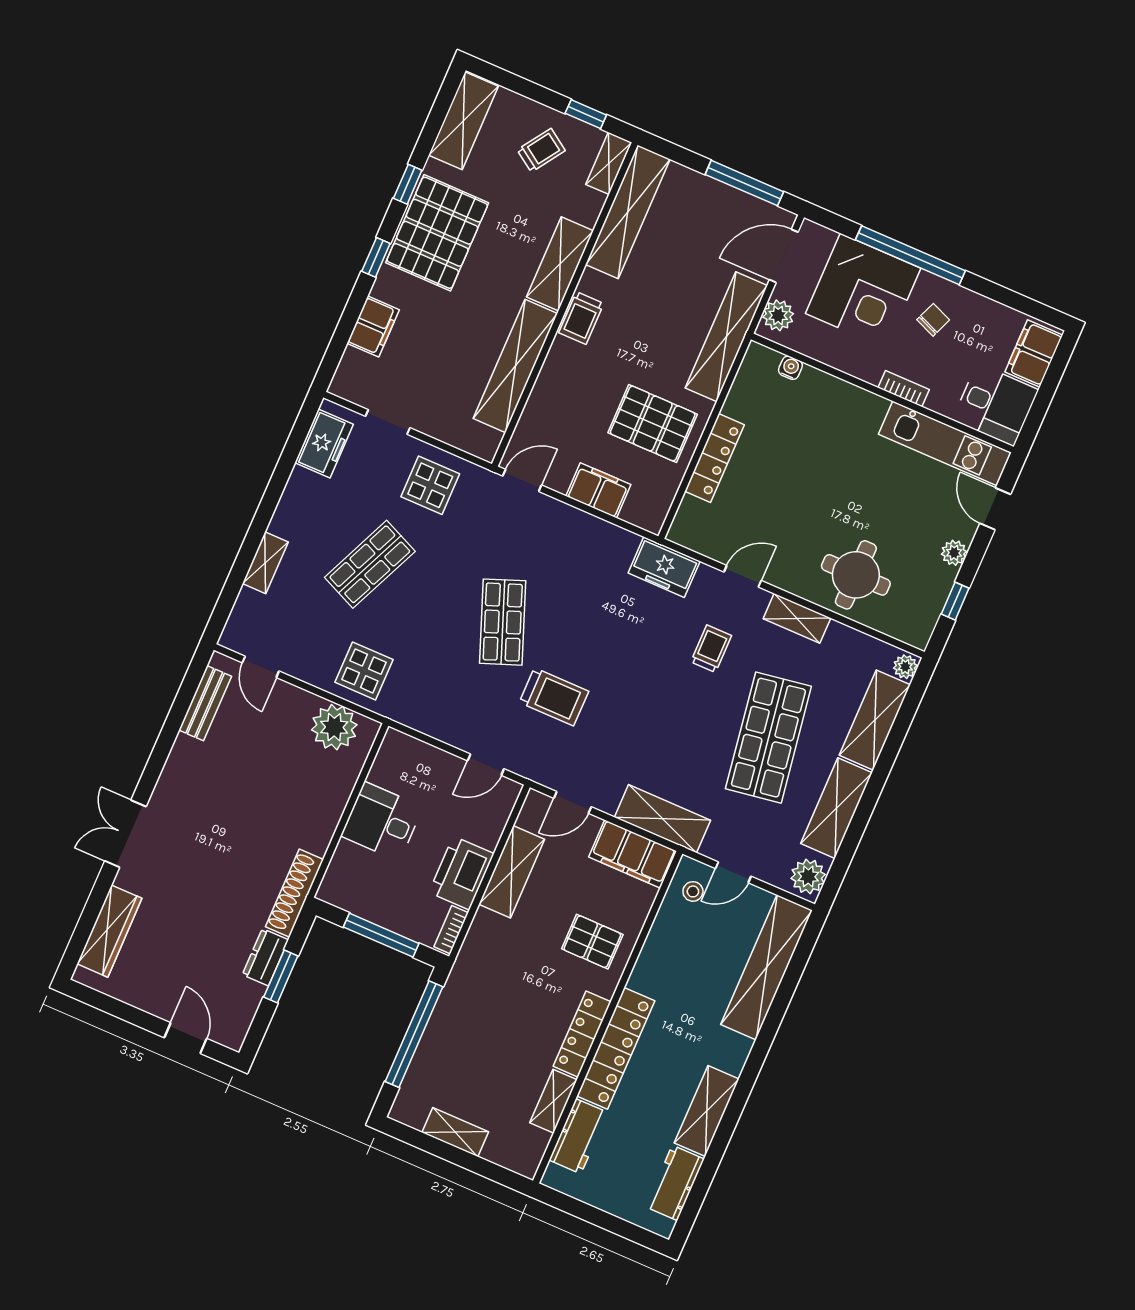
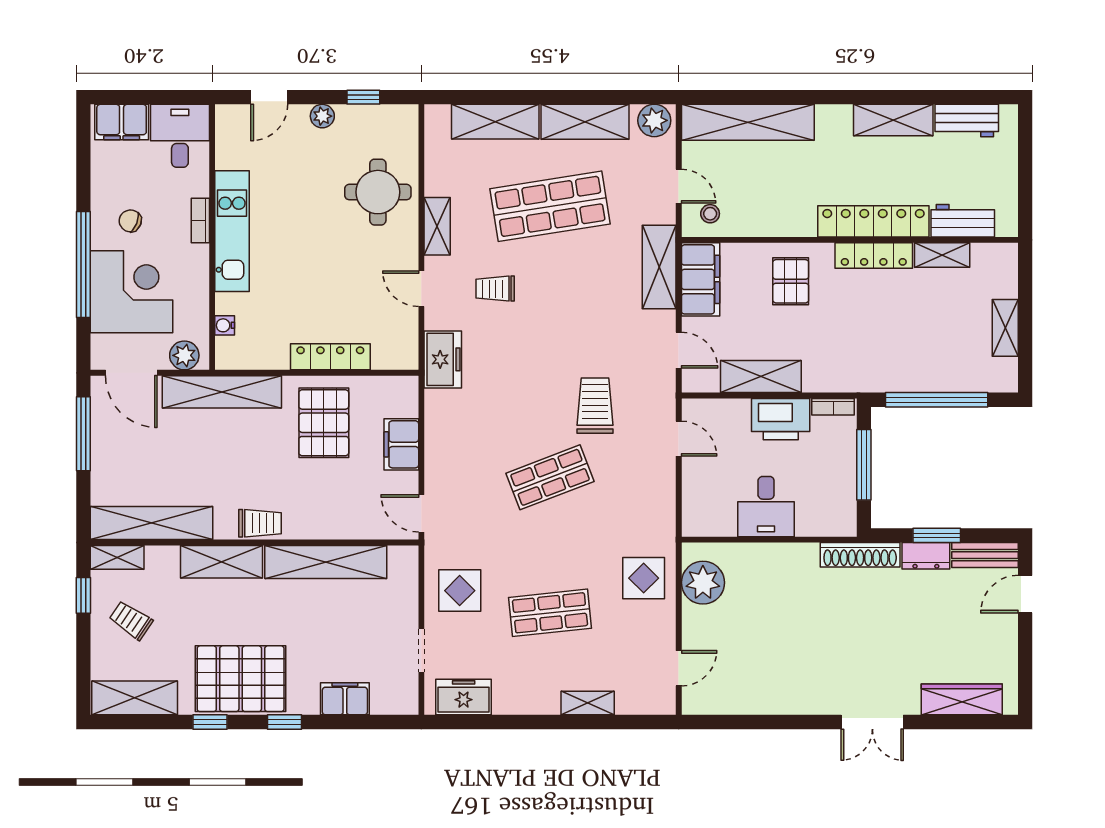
kitchen unit: (945, 443) -> (232, 231), moved
shop shelf: (370, 564) -> (550, 613), turned -30
plant: (905, 667) -> (438, 115), removed
bench: (205, 703) -> (985, 555), moved

